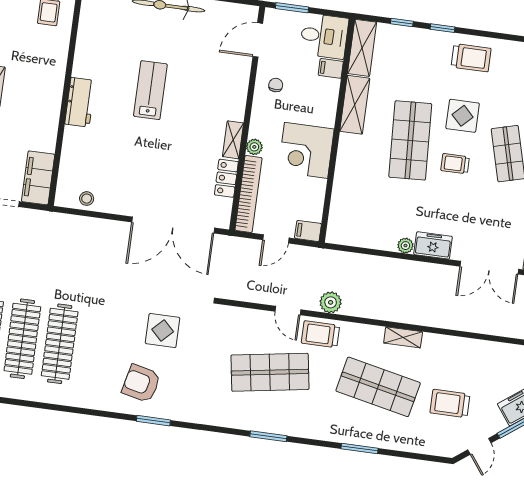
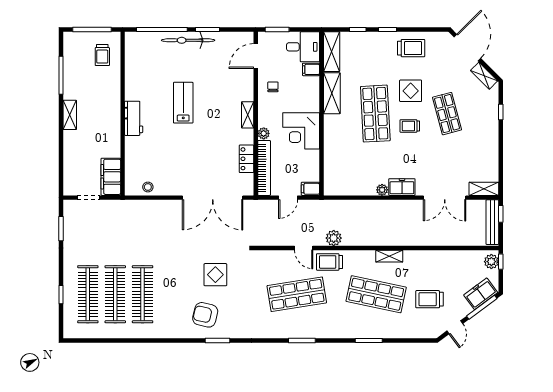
shelving: (233, 140) -> (248, 115), moved

